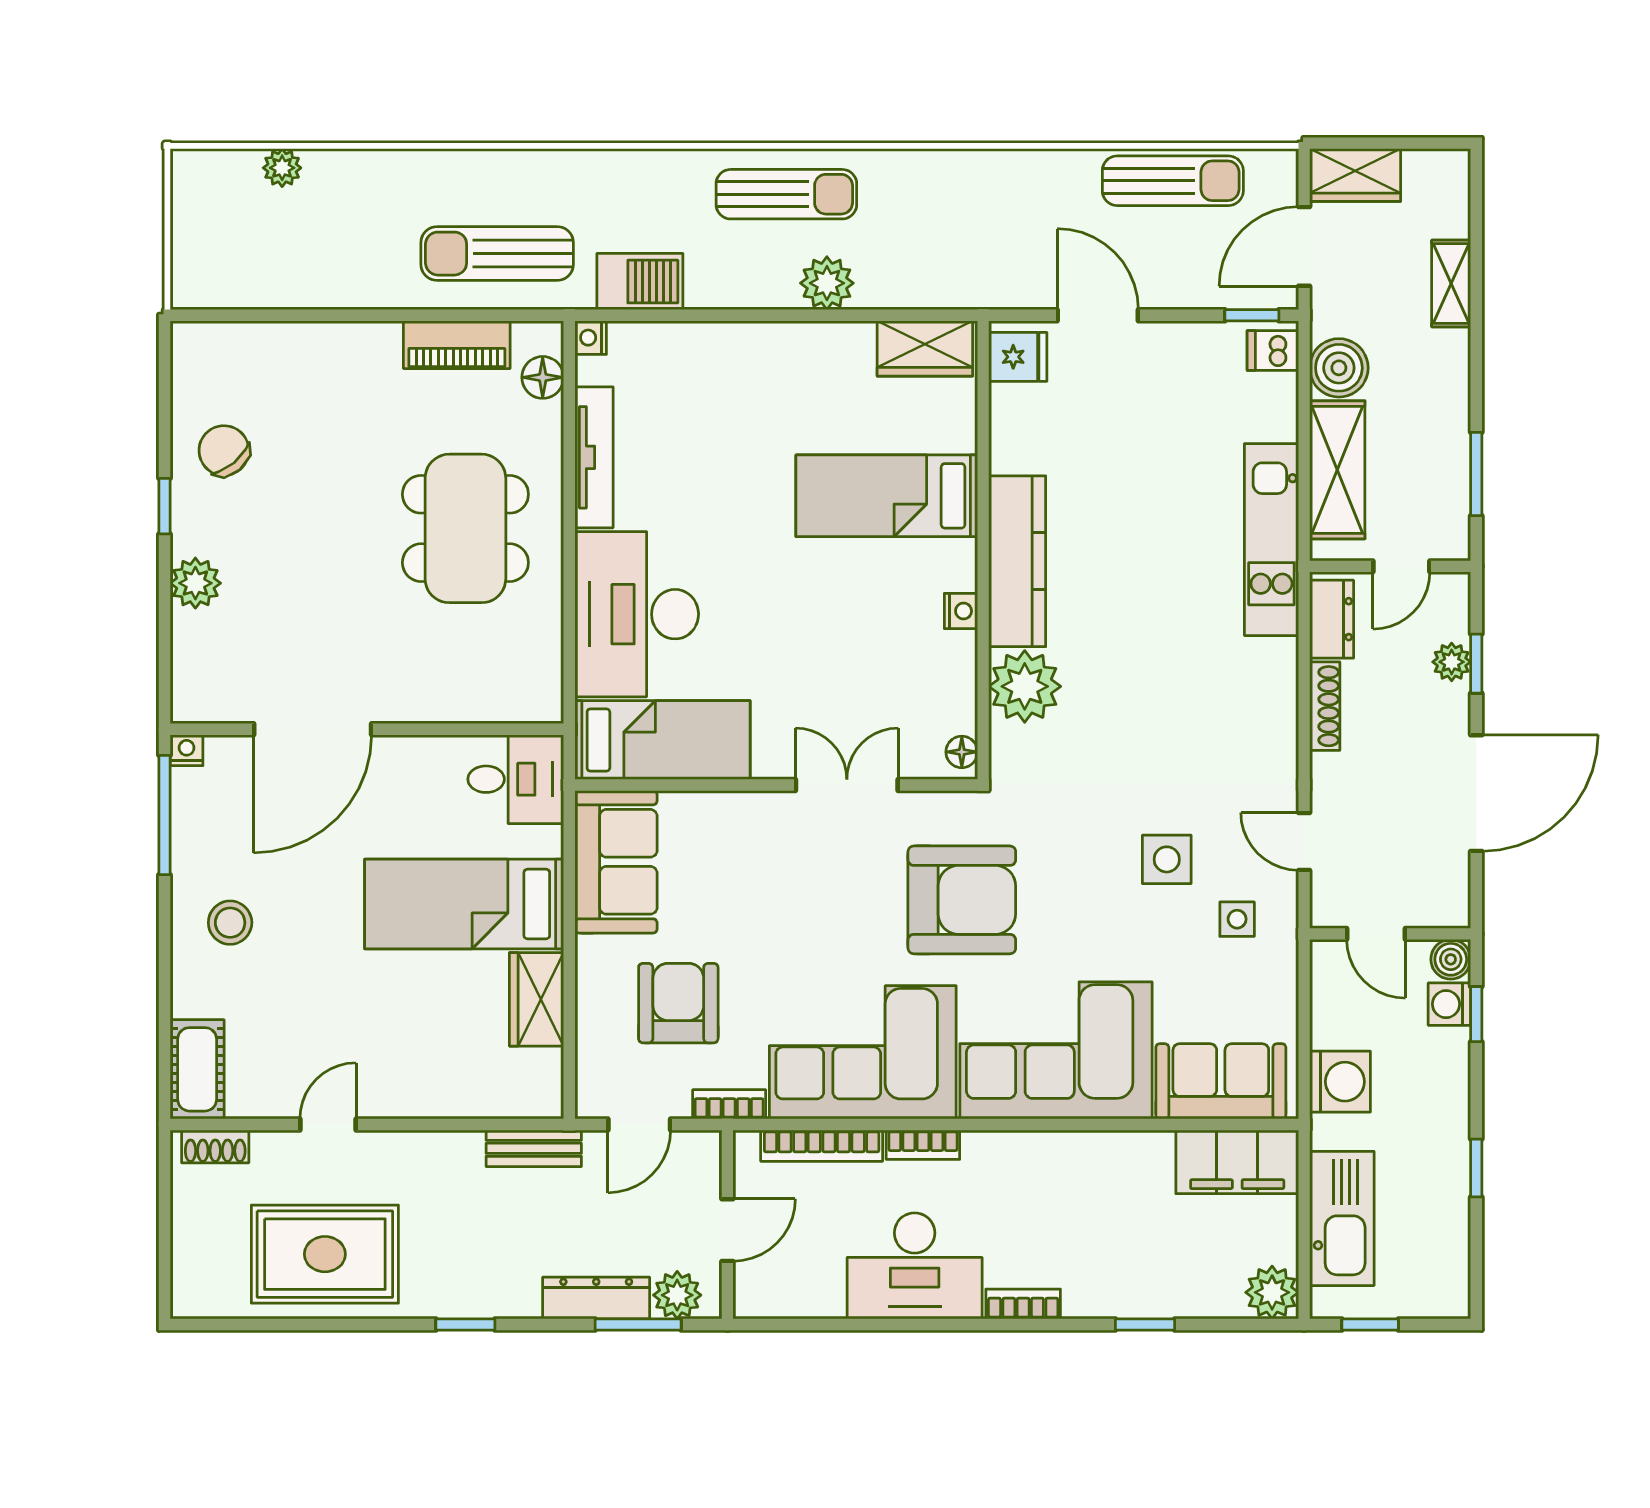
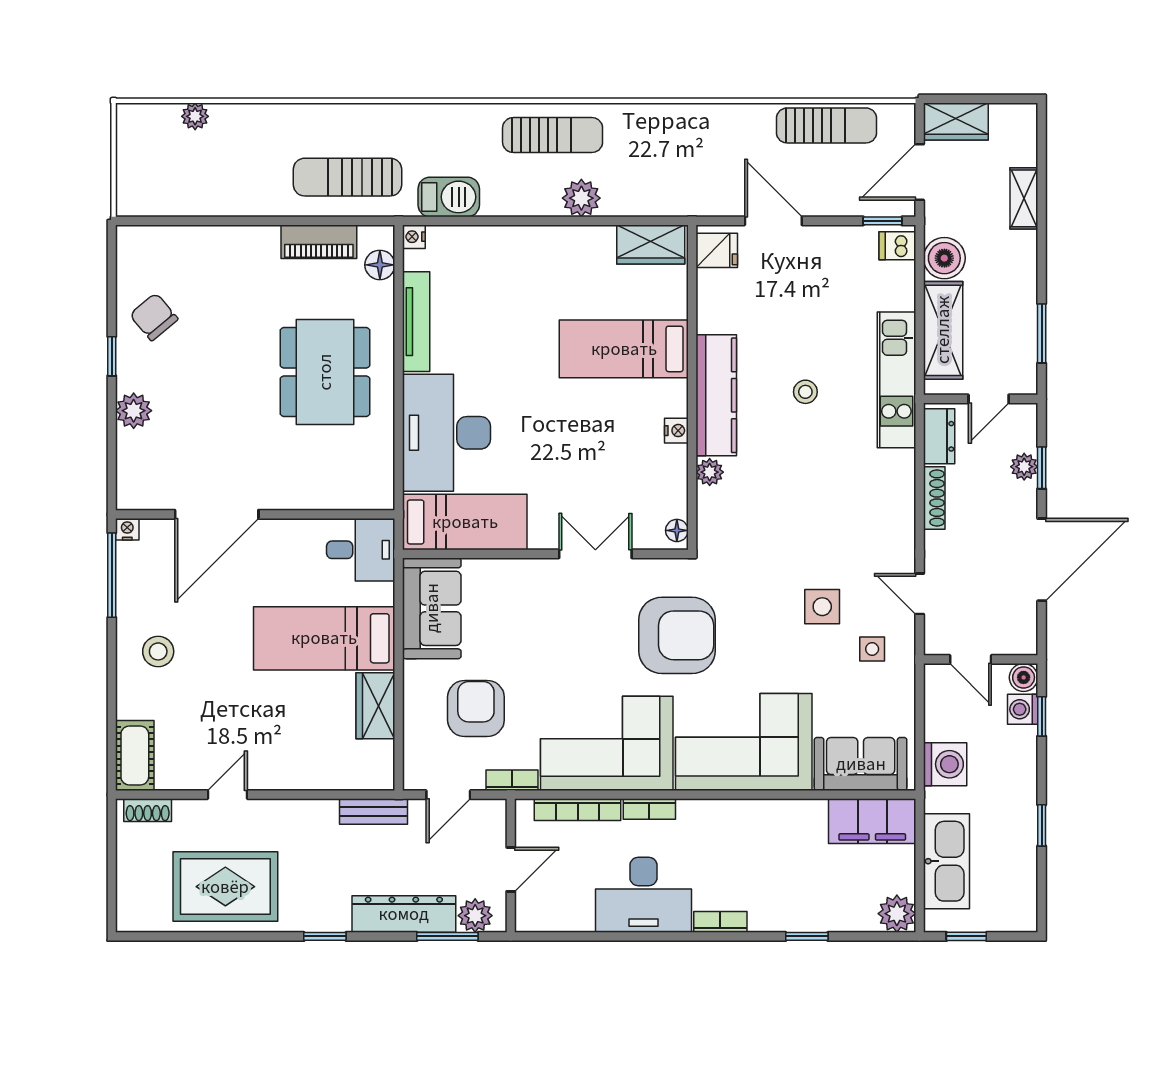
stool: (1143, 556) -> (805, 392), added
plant: (1025, 686) -> (710, 472), width x0.53, depth x0.53
dresser: (596, 1298) -> (404, 914), width x1.37, depth x1.24

